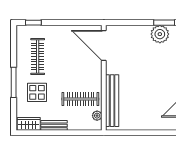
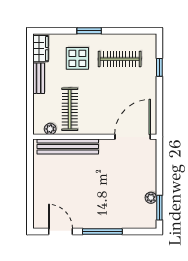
window: (33, 23) -> (159, 67), moved
plant: (160, 34) -> (151, 198), width x0.53, depth x0.53
window: (14, 82) -> (89, 31), width x0.69

